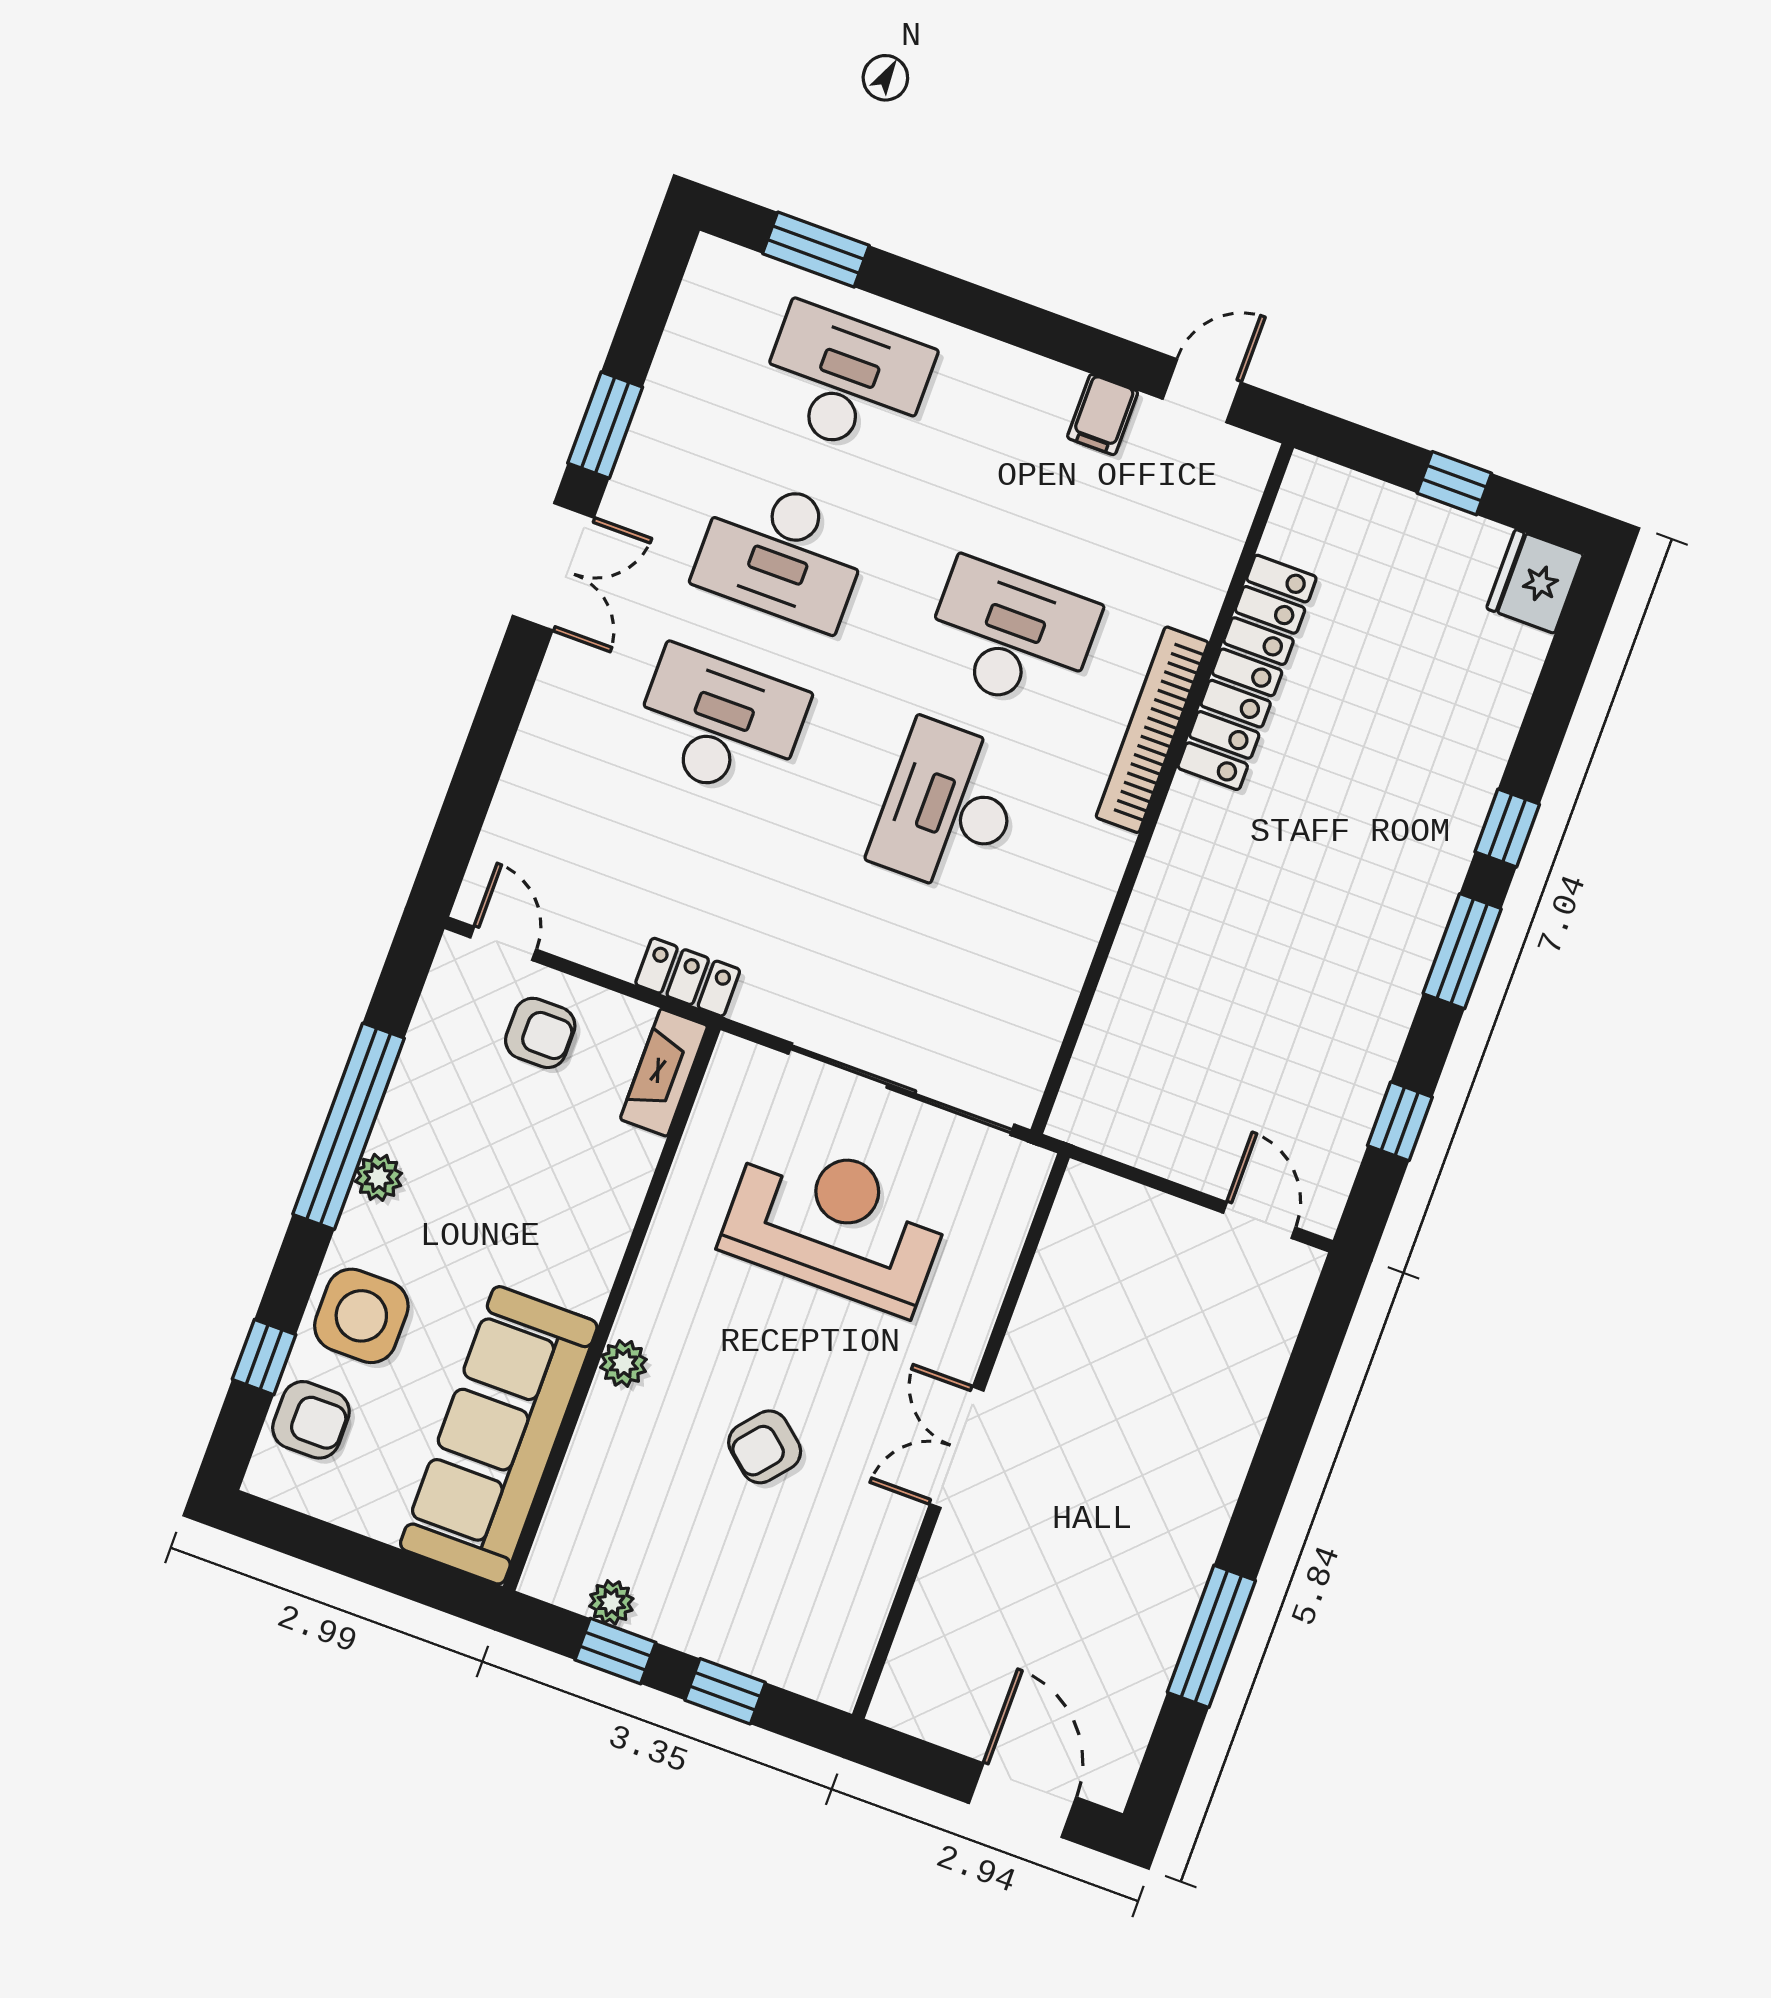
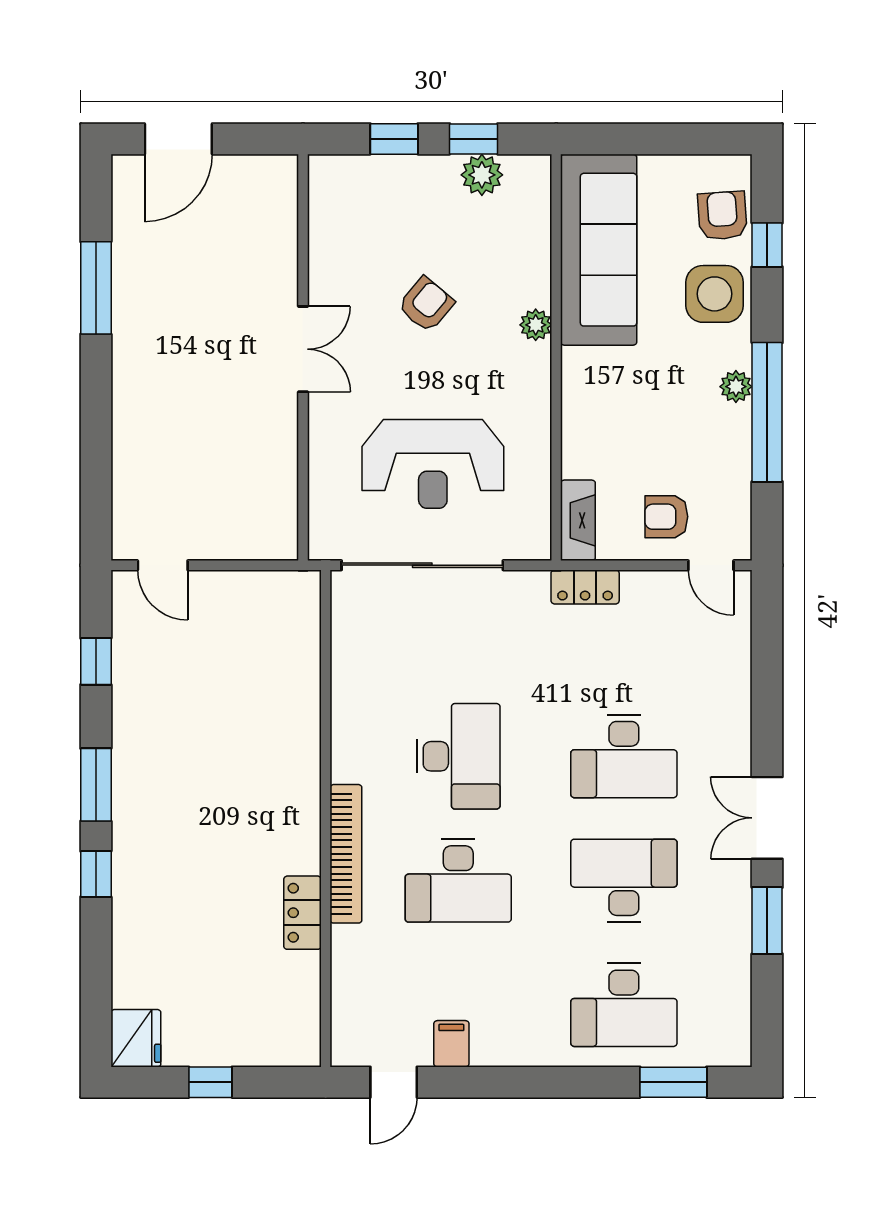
locker: (1247, 672) -> (303, 913), width x0.46, depth x0.83
armchair: (311, 1420) -> (722, 216), turned 86
plant: (611, 1602) -> (482, 175), width x1.38, depth x1.38
door: (1023, 1800) -> (178, 139), hinge flipped

